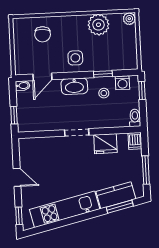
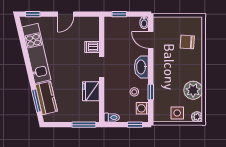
side table: (75, 58) -> (177, 113), moved
dishwasher: (135, 141) -> (92, 47), moved
window: (146, 170) -> (84, 125), moved

